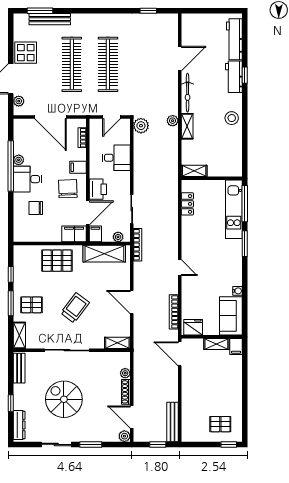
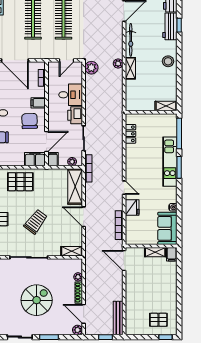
shelving: (194, 171) -> (166, 106), moved
printer: (98, 189) -> (75, 115), moved, turned 180
kitchen unit: (234, 209) -> (170, 162), moved
shelving: (104, 254) -> (75, 187), moved, turned 90
fridge: (193, 327) -> (132, 208), moved, turned 90
spiral stairs: (64, 399) -> (37, 300), moved, turned 90

